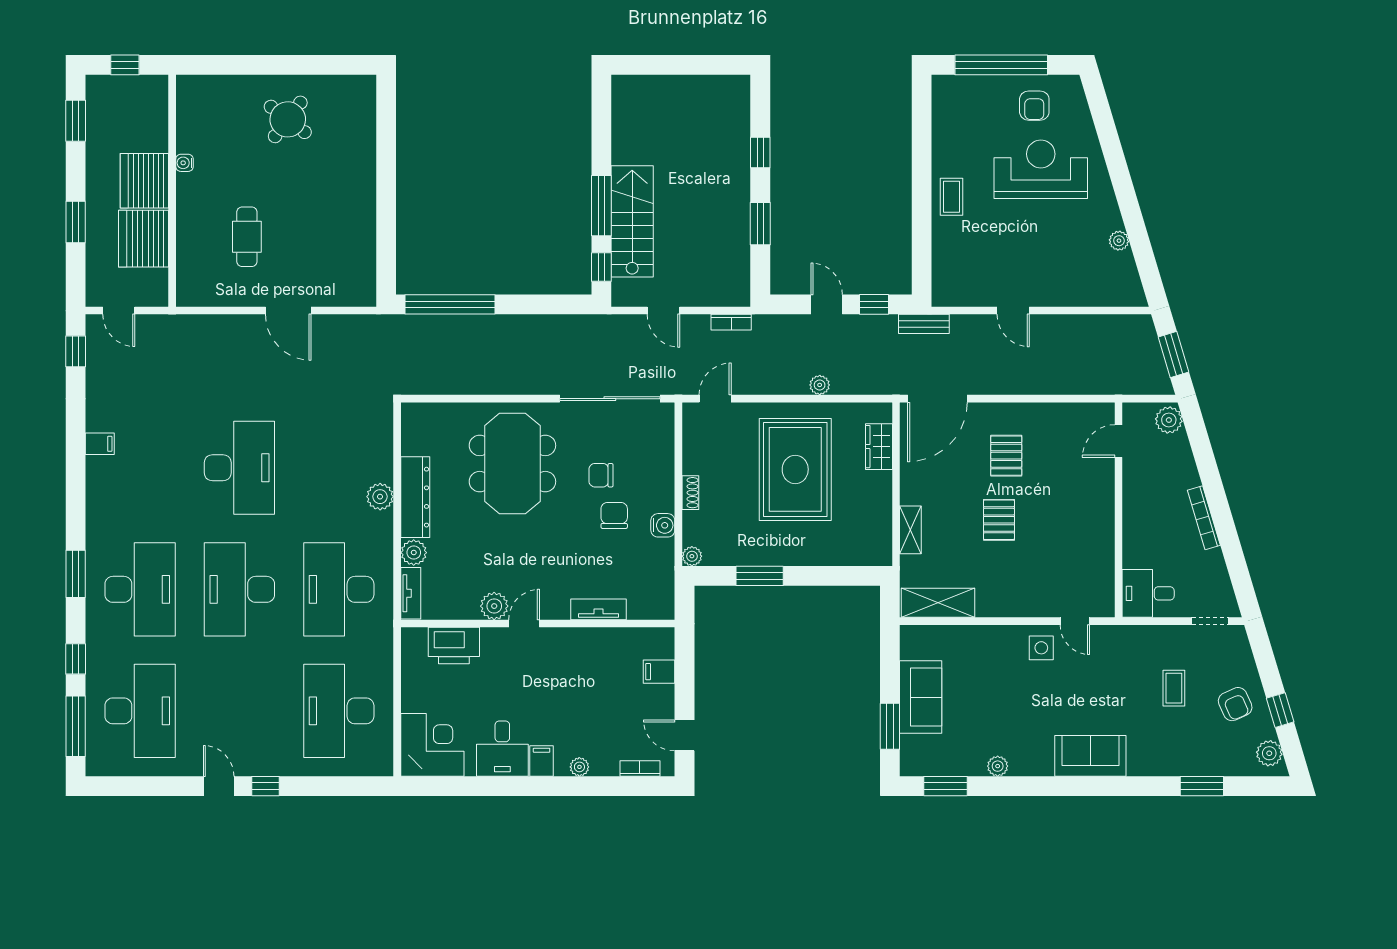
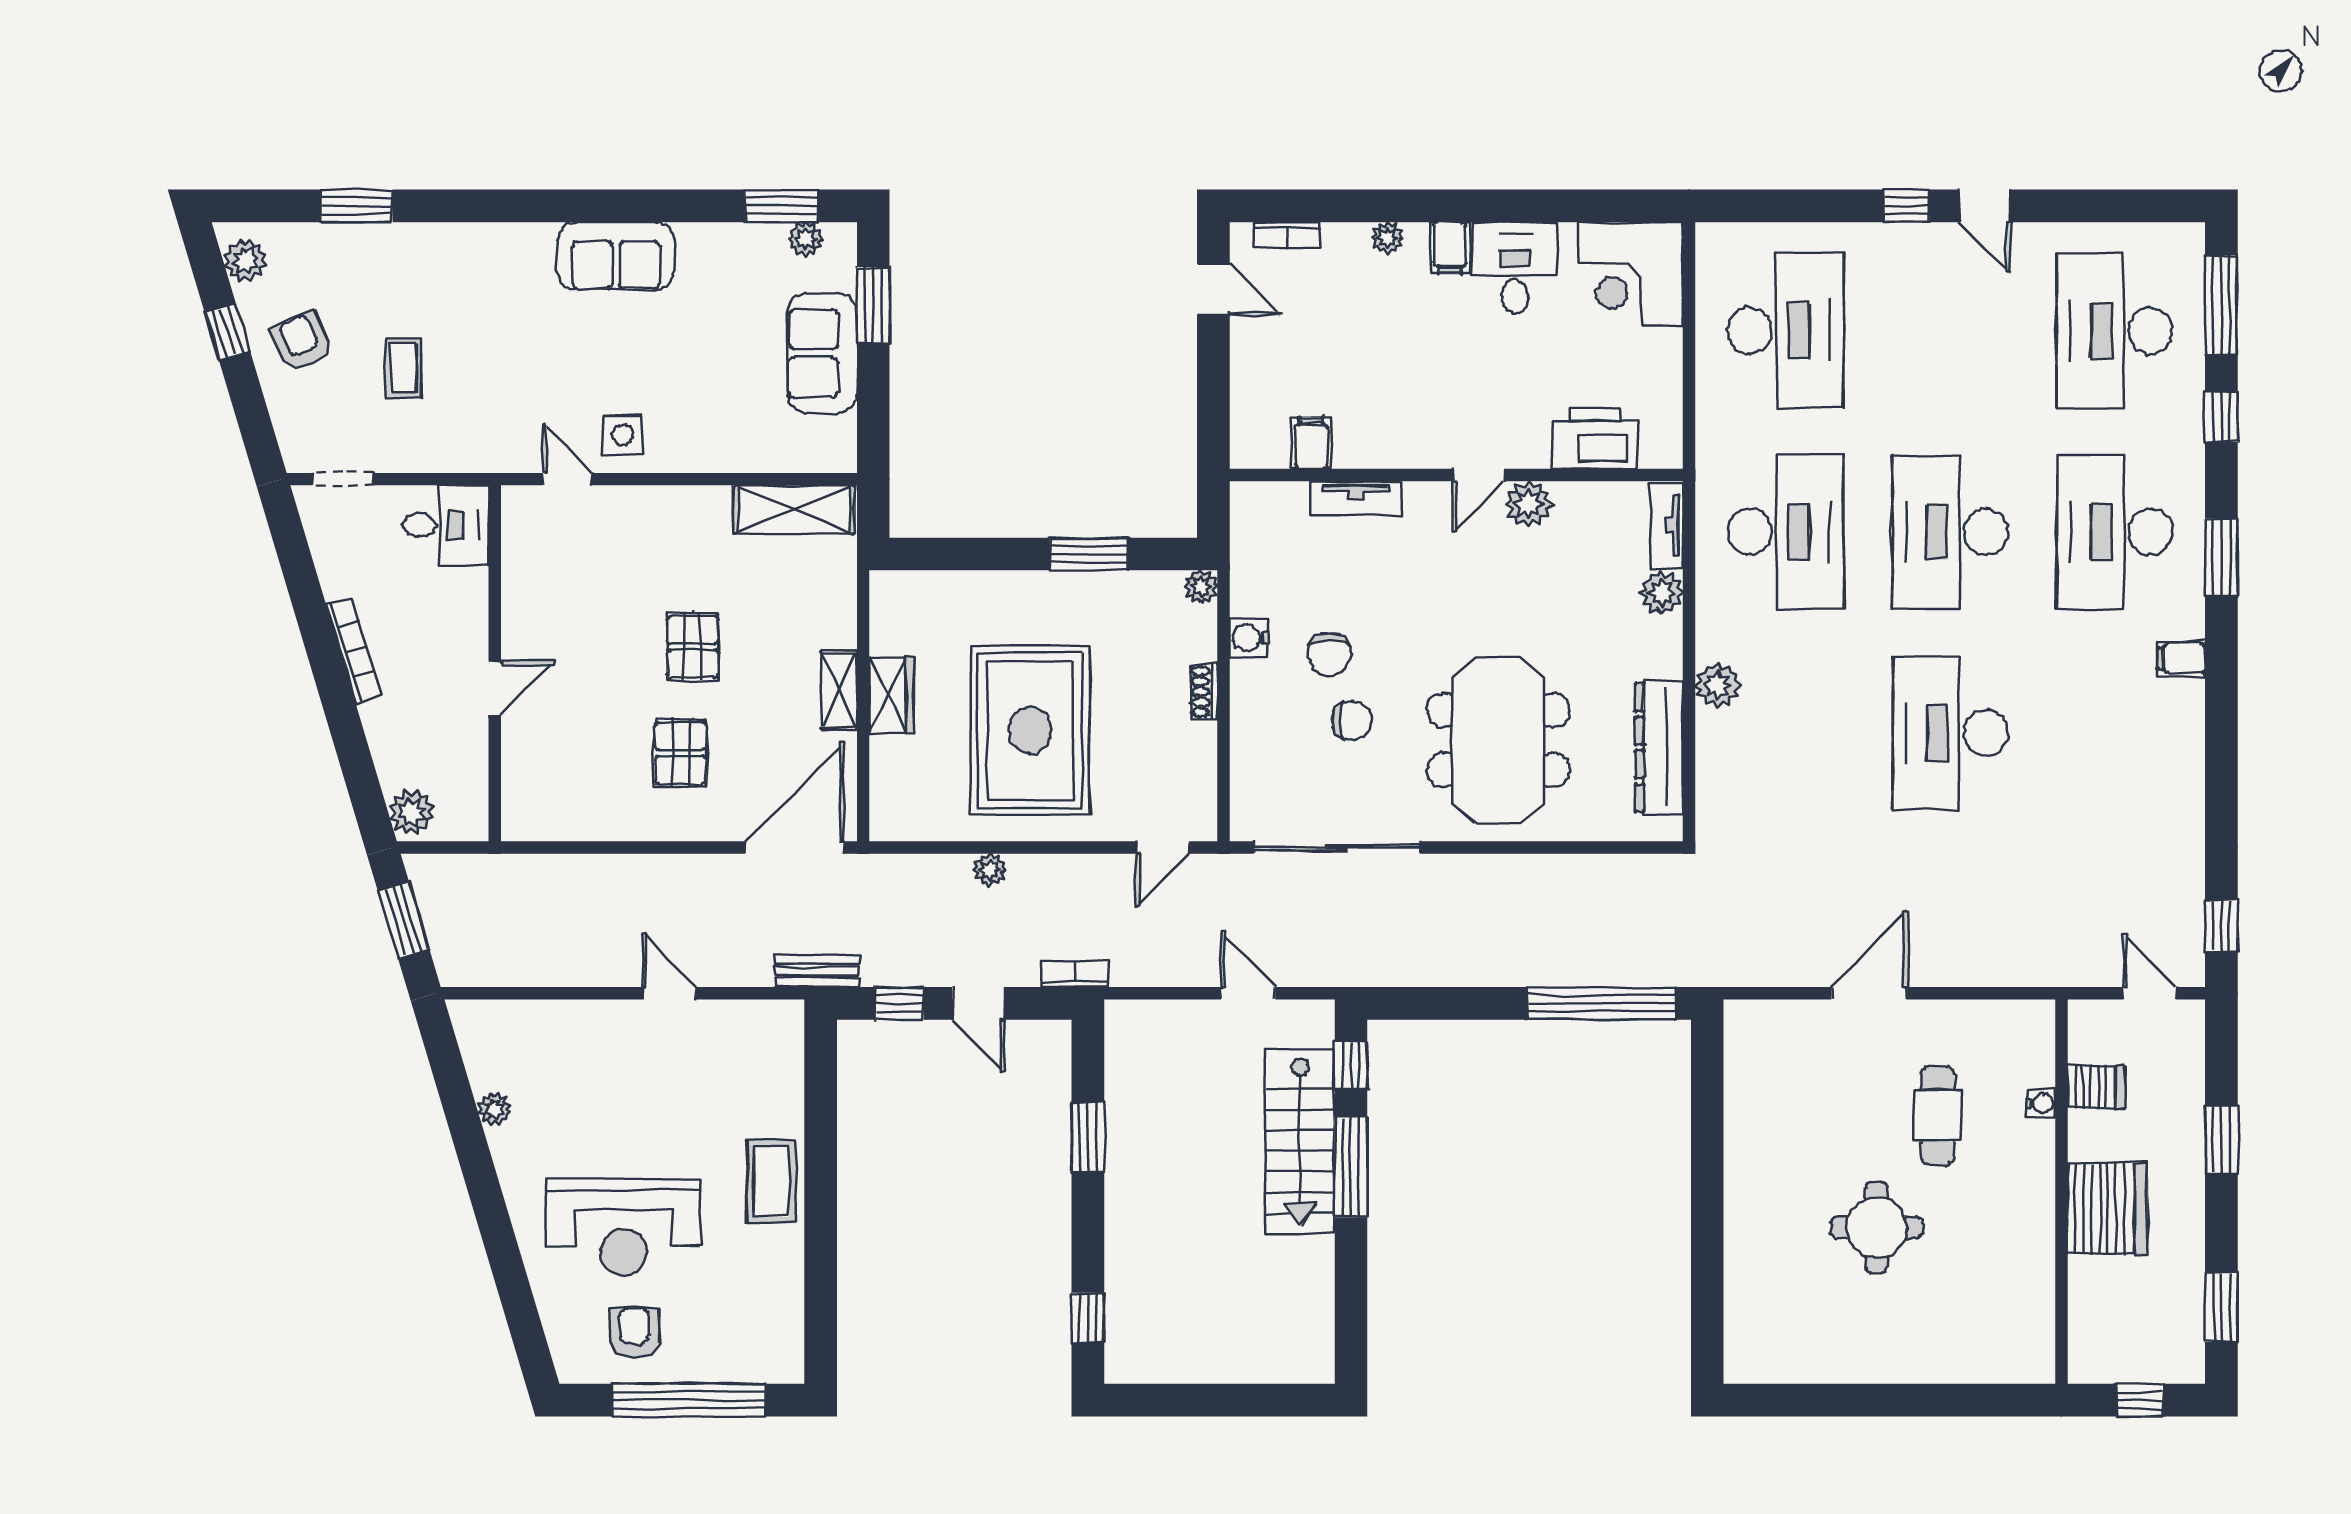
round table: (288, 119) -> (1876, 1227), moved, turned -37
window: (760, 153) -> (1088, 1318), moved
water cooler: (185, 163) -> (2041, 1103), moved
coffee table: (951, 197) -> (771, 1182), width x1.36, depth x1.30
server rack: (144, 239) -> (2096, 1087), width x0.46, depth x0.70
door: (288, 311) -> (1869, 993), hinge flipped
bookcase: (731, 322) -> (1075, 974), moved
door: (1119, 441) -> (495, 688), moved
filing cabinet: (100, 444) -> (2181, 658), moved
wardrobe: (879, 447) -> (891, 695), moved
dresser: (415, 497) -> (1659, 747), moved
shelving: (910, 530) -> (839, 690), moved
desk: (239, 589) -> (1950, 532), turned 180
filing cabinet: (659, 672) -> (1311, 443), moved, turned -90
sofa: (1090, 756) -> (616, 256), moved
plant: (998, 766) -> (806, 239), moved

